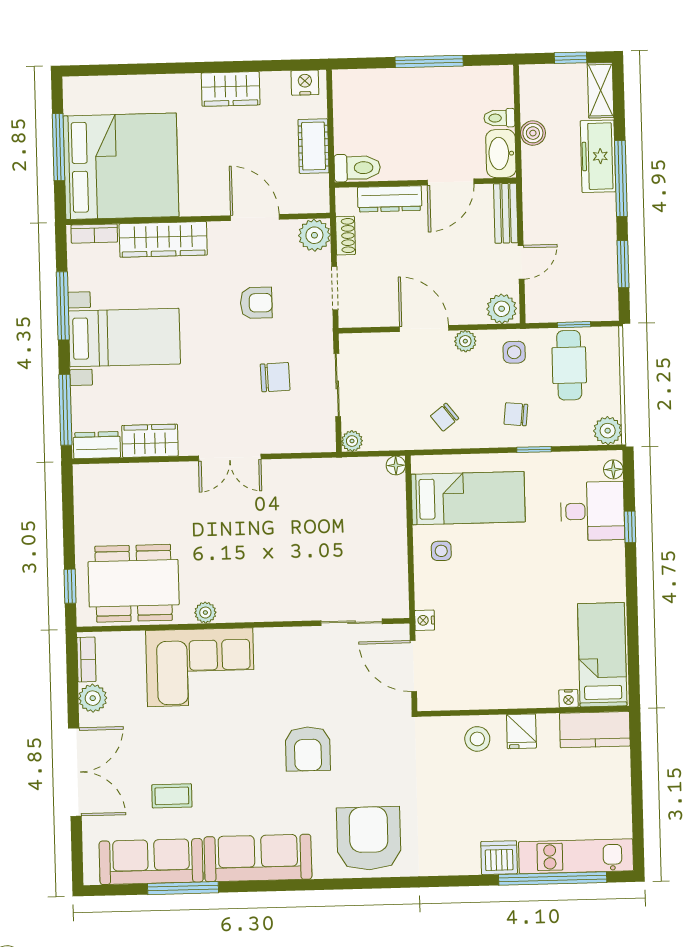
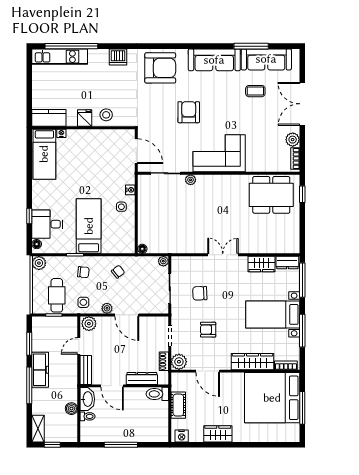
freezer: (598, 156) -> (40, 370), moved
door: (451, 182) -> (112, 386), swing flipped
bed: (468, 498) -> (89, 226), moved, turned 90
plant: (205, 613) -> (191, 180), moved
nightstand: (425, 620) -> (130, 190), moved
corner sofa: (200, 667) -> (219, 153), moved
armchair: (369, 838) -> (160, 68), turned -90
dishwasher: (499, 858) -> (118, 57), moved

